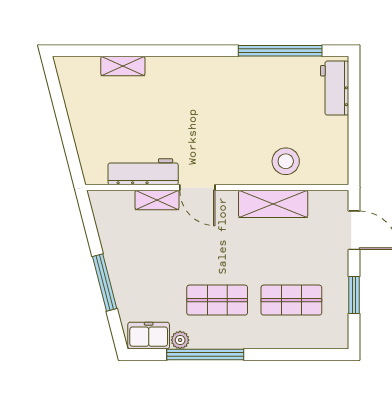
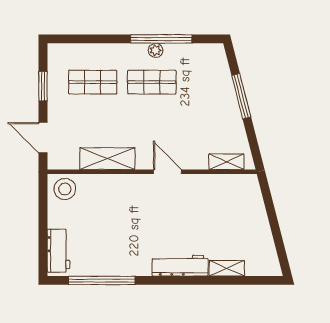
stool: (286, 161) -> (65, 189), moved
workbench: (143, 172) -> (180, 266), moved, turned 180
shelving: (157, 200) -> (226, 162), moved
freezer: (149, 336) -> (206, 54), removed
plant: (180, 340) -> (156, 50), moved

